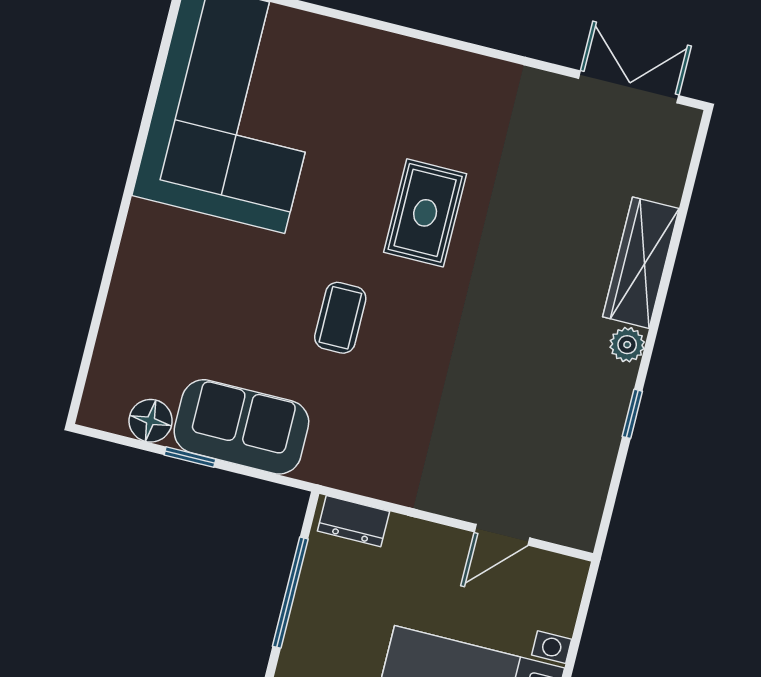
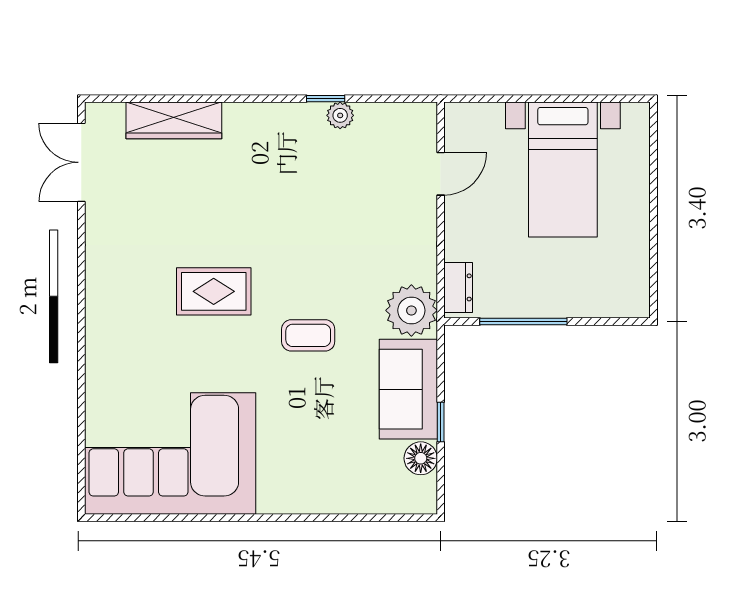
wardrobe: (641, 263) -> (174, 120), moved
plant: (627, 345) -> (340, 115), moved
plant: (339, 455) -> (411, 310), added
door: (502, 535) -> (441, 174), hinge flipped

